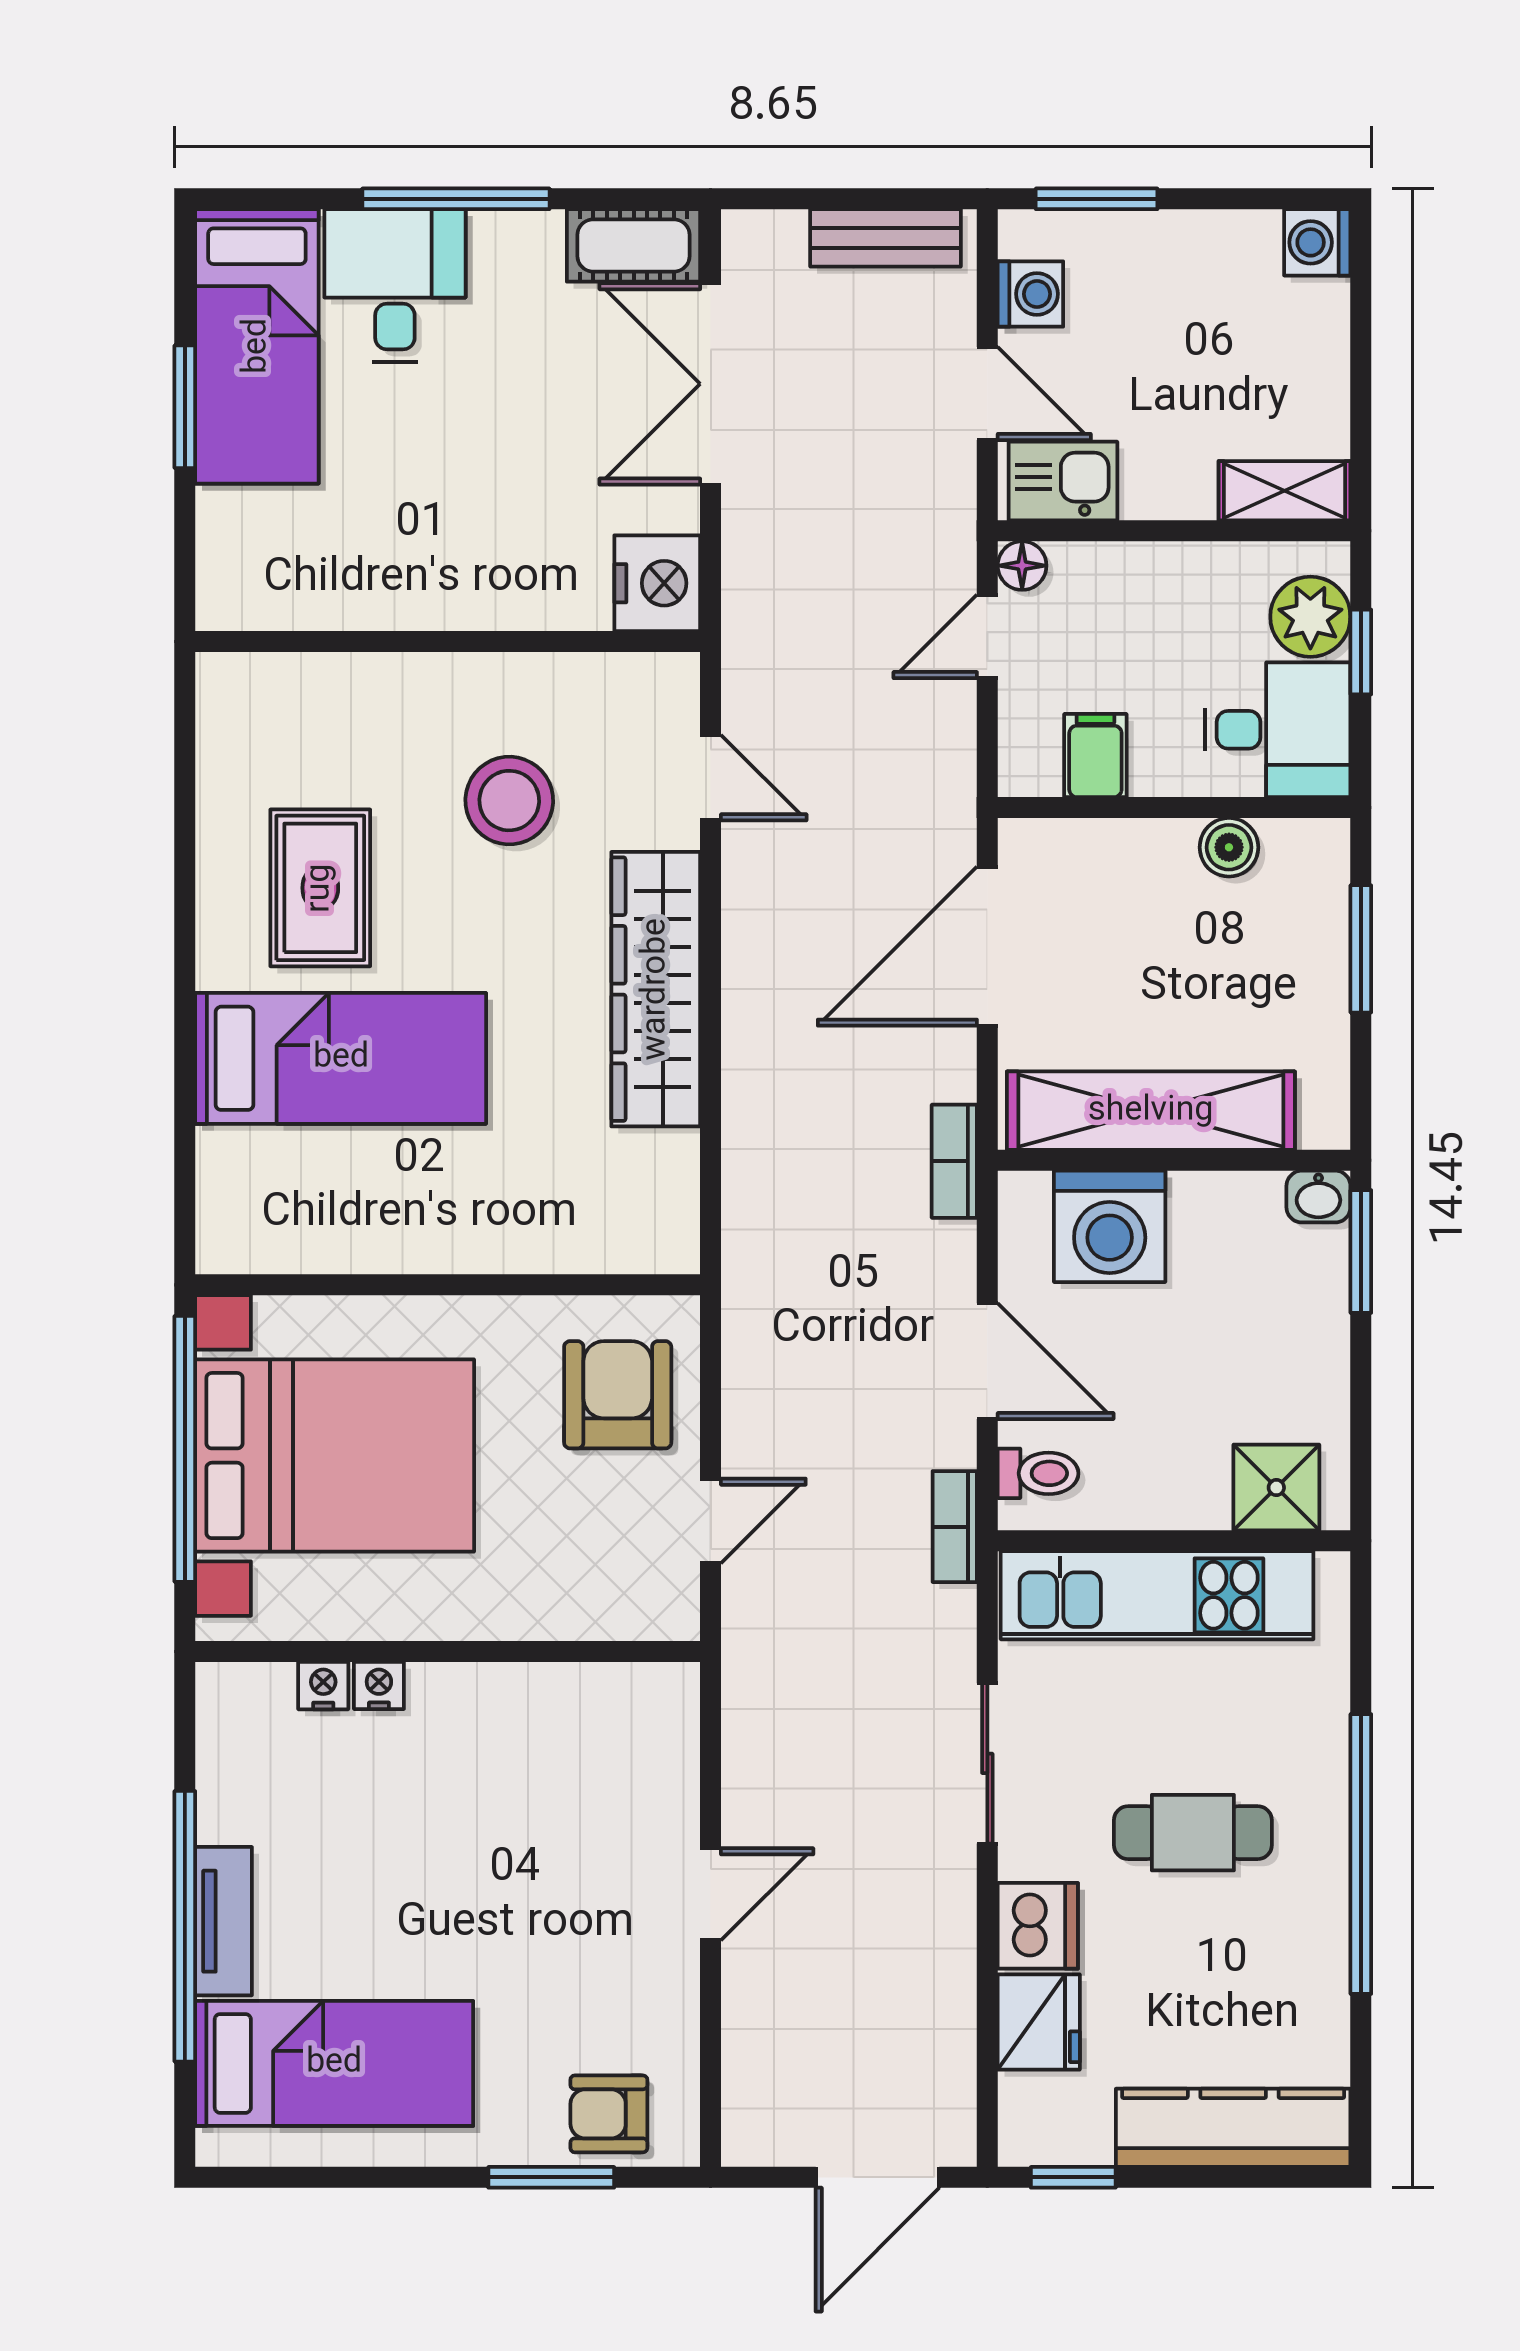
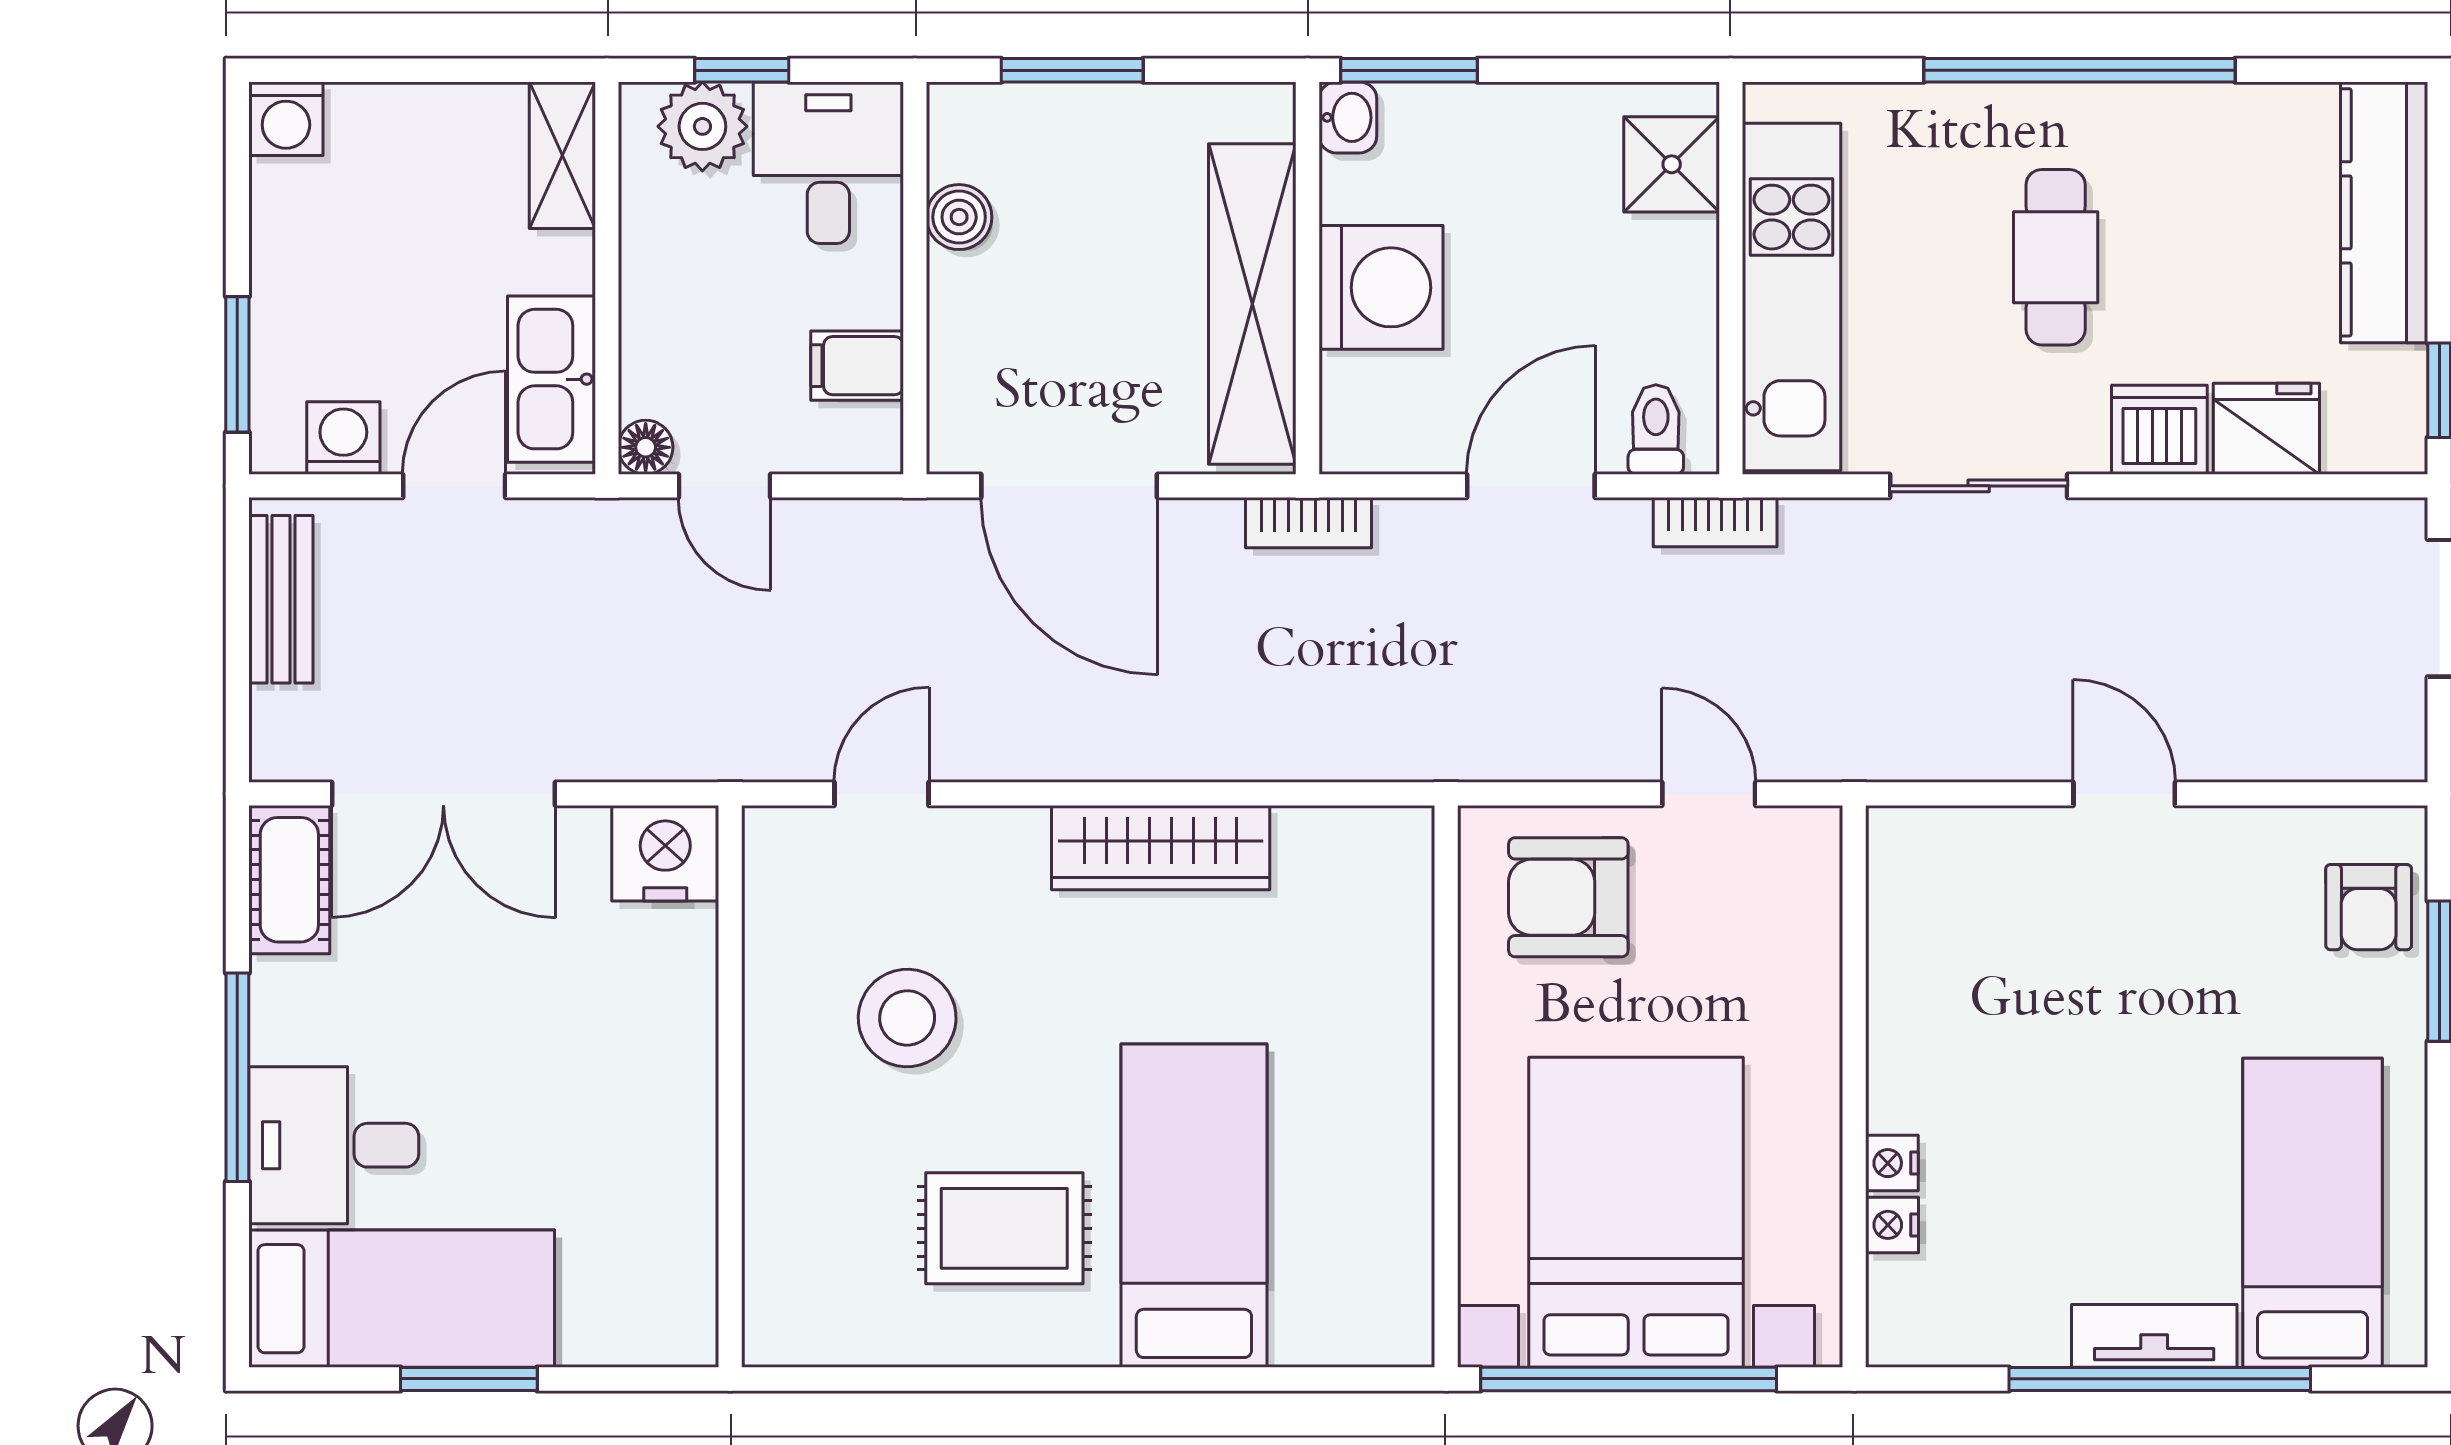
kitchen sink: (1063, 481) -> (552, 379), width x1.38
wardrobe: (656, 989) -> (1161, 848), width x0.71, depth x0.85
washing machine: (1110, 1226) -> (1381, 287), moved

